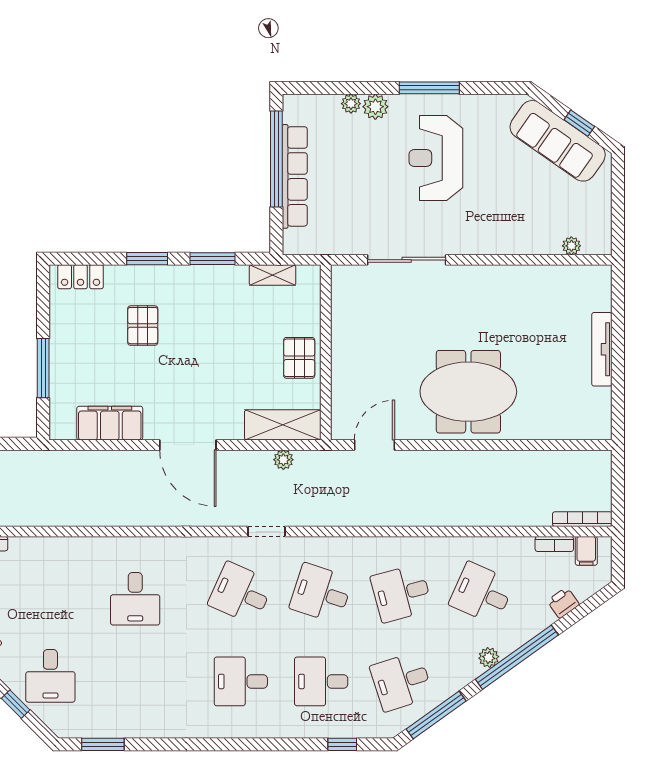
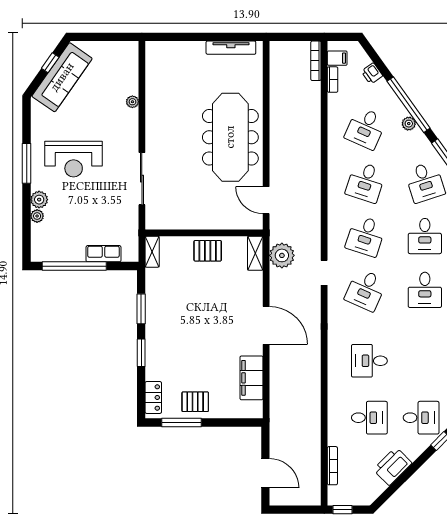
row of seats: (295, 176) -> (103, 254), width x0.50
plant: (571, 246) -> (132, 102), moved
shelving: (273, 275) -> (152, 252), moved
pallet: (143, 326) -> (195, 402), moved
tv unit: (602, 349) -> (231, 48), moved
window: (43, 368) -> (181, 423), moved
meeting table: (468, 392) -> (230, 137), width x1.36
shelving: (283, 425) -> (255, 253), width x0.67, depth x0.75
door: (188, 445) -> (266, 325), hinge flipped
plant: (283, 460) -> (282, 255), width x1.88, depth x1.88
desk: (401, 593) -> (366, 182), turned 33
desk: (50, 599) -> (369, 418), added
desk: (135, 599) -> (369, 361), turned 180

